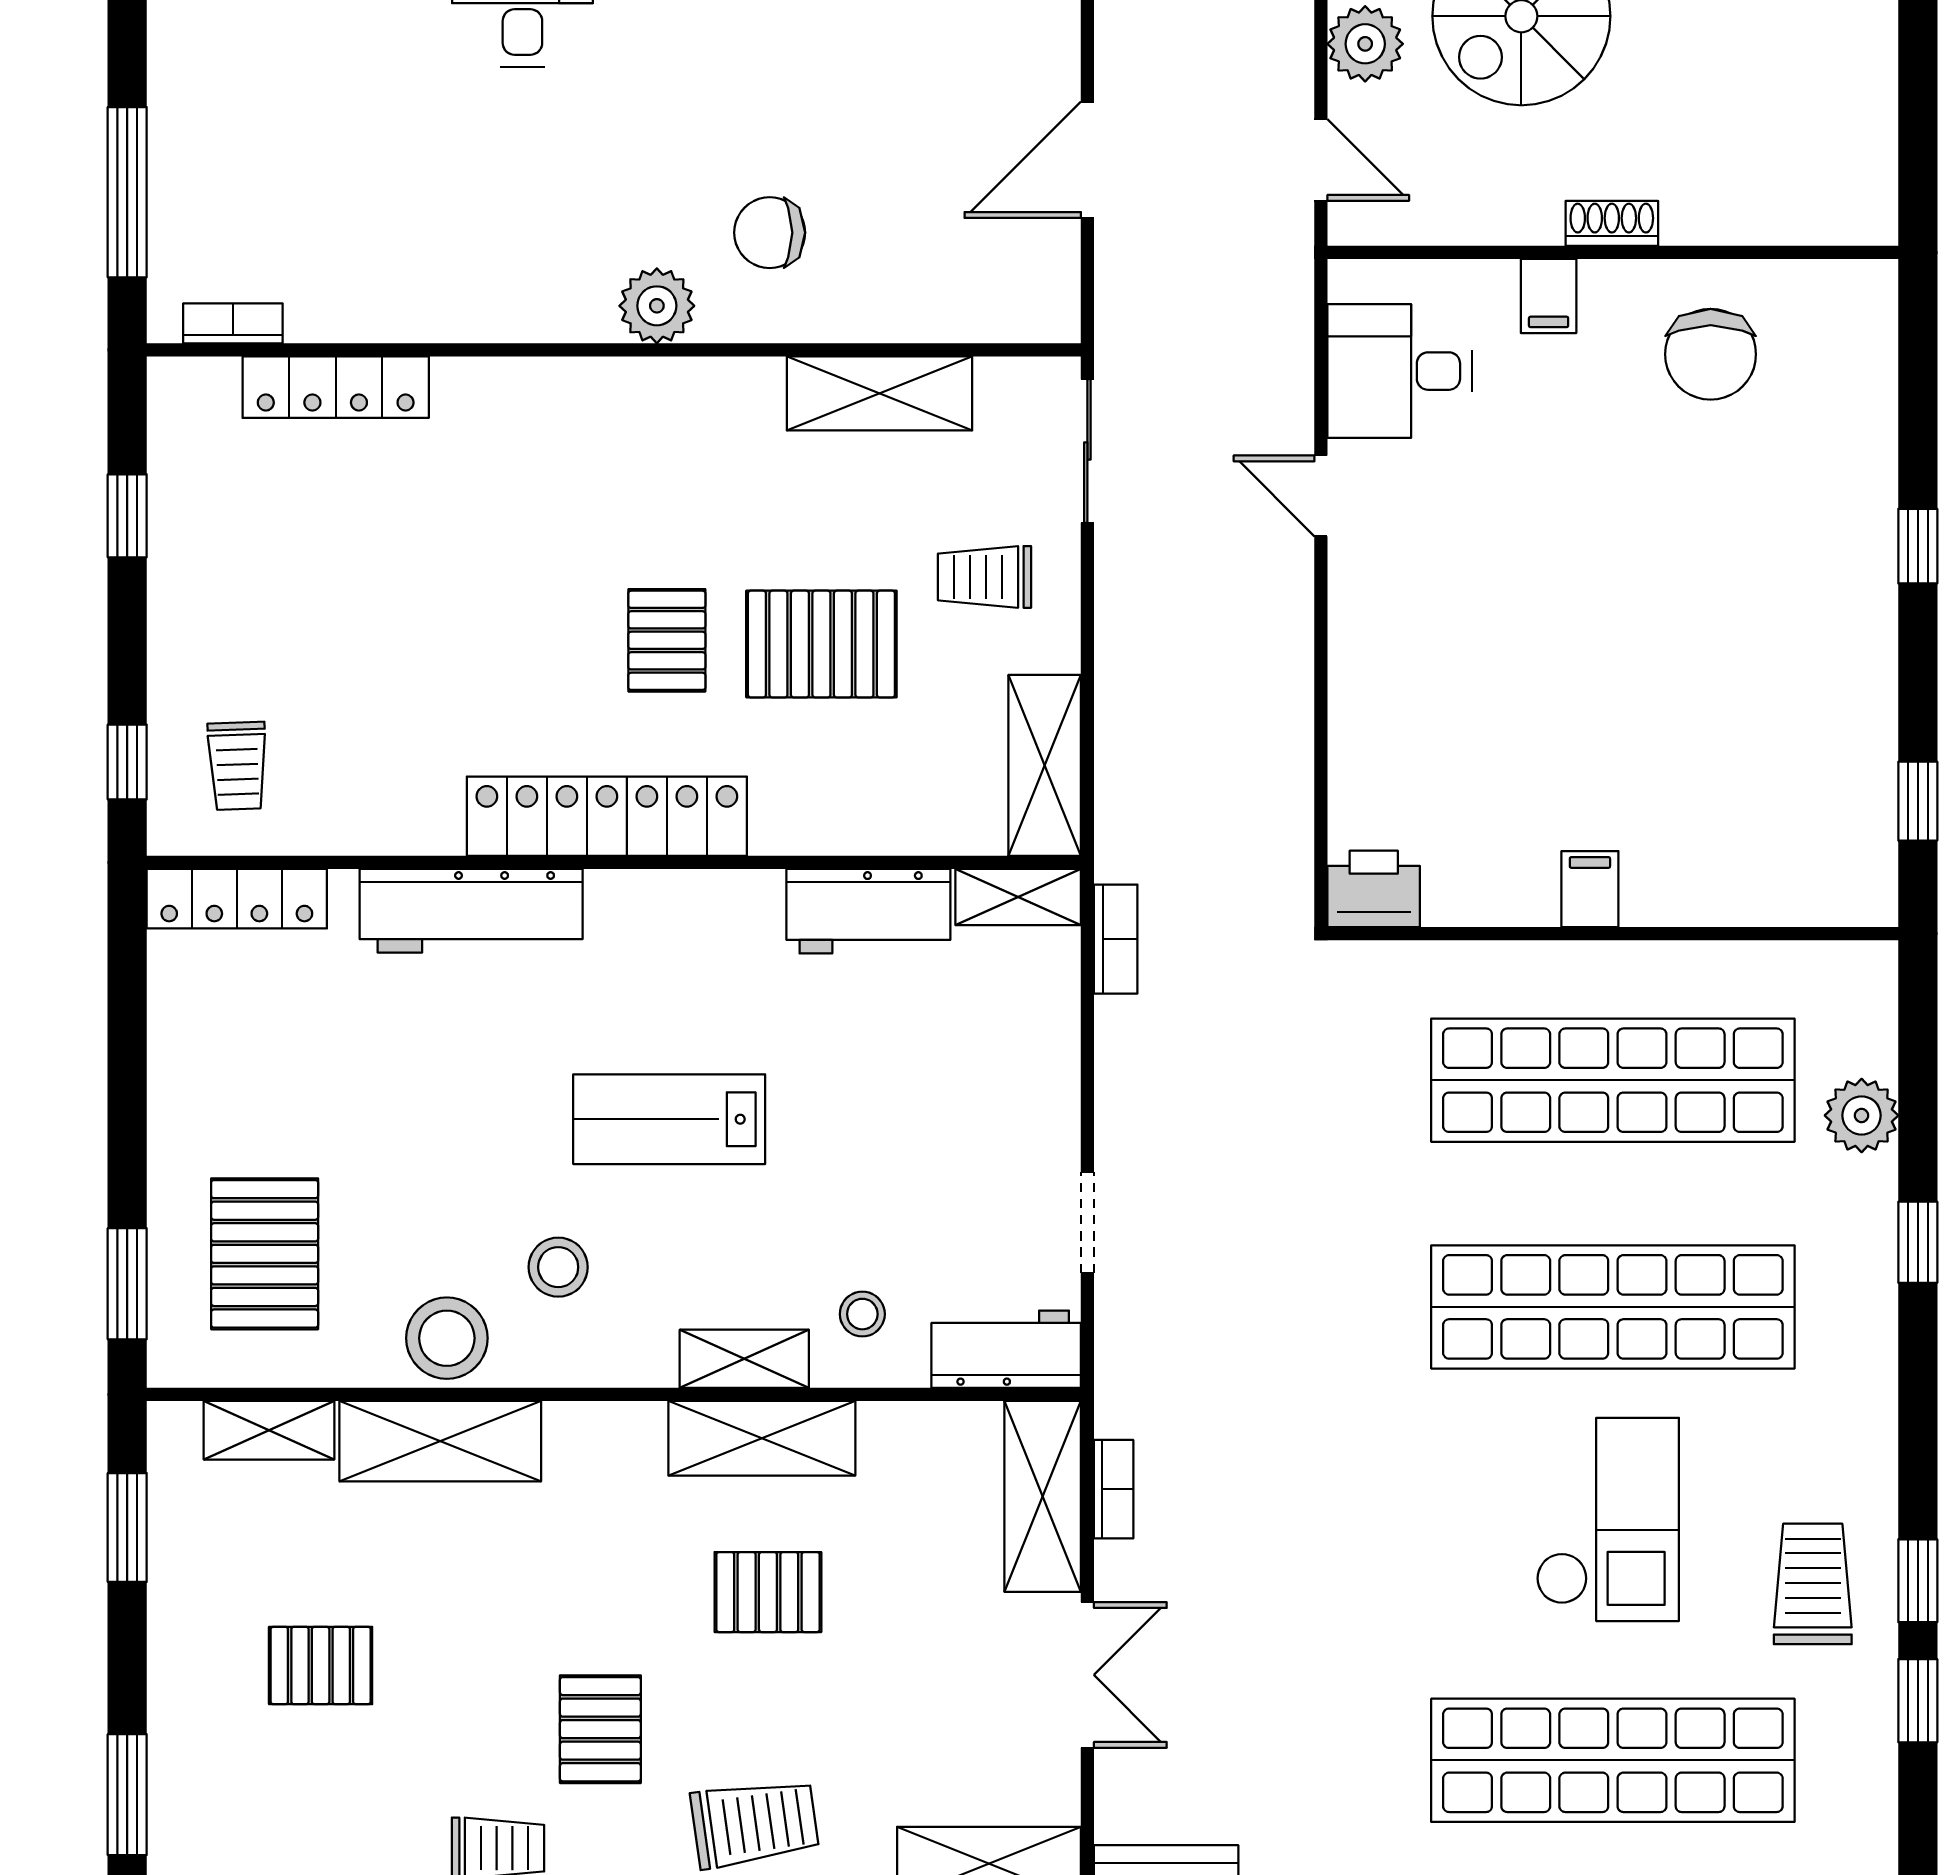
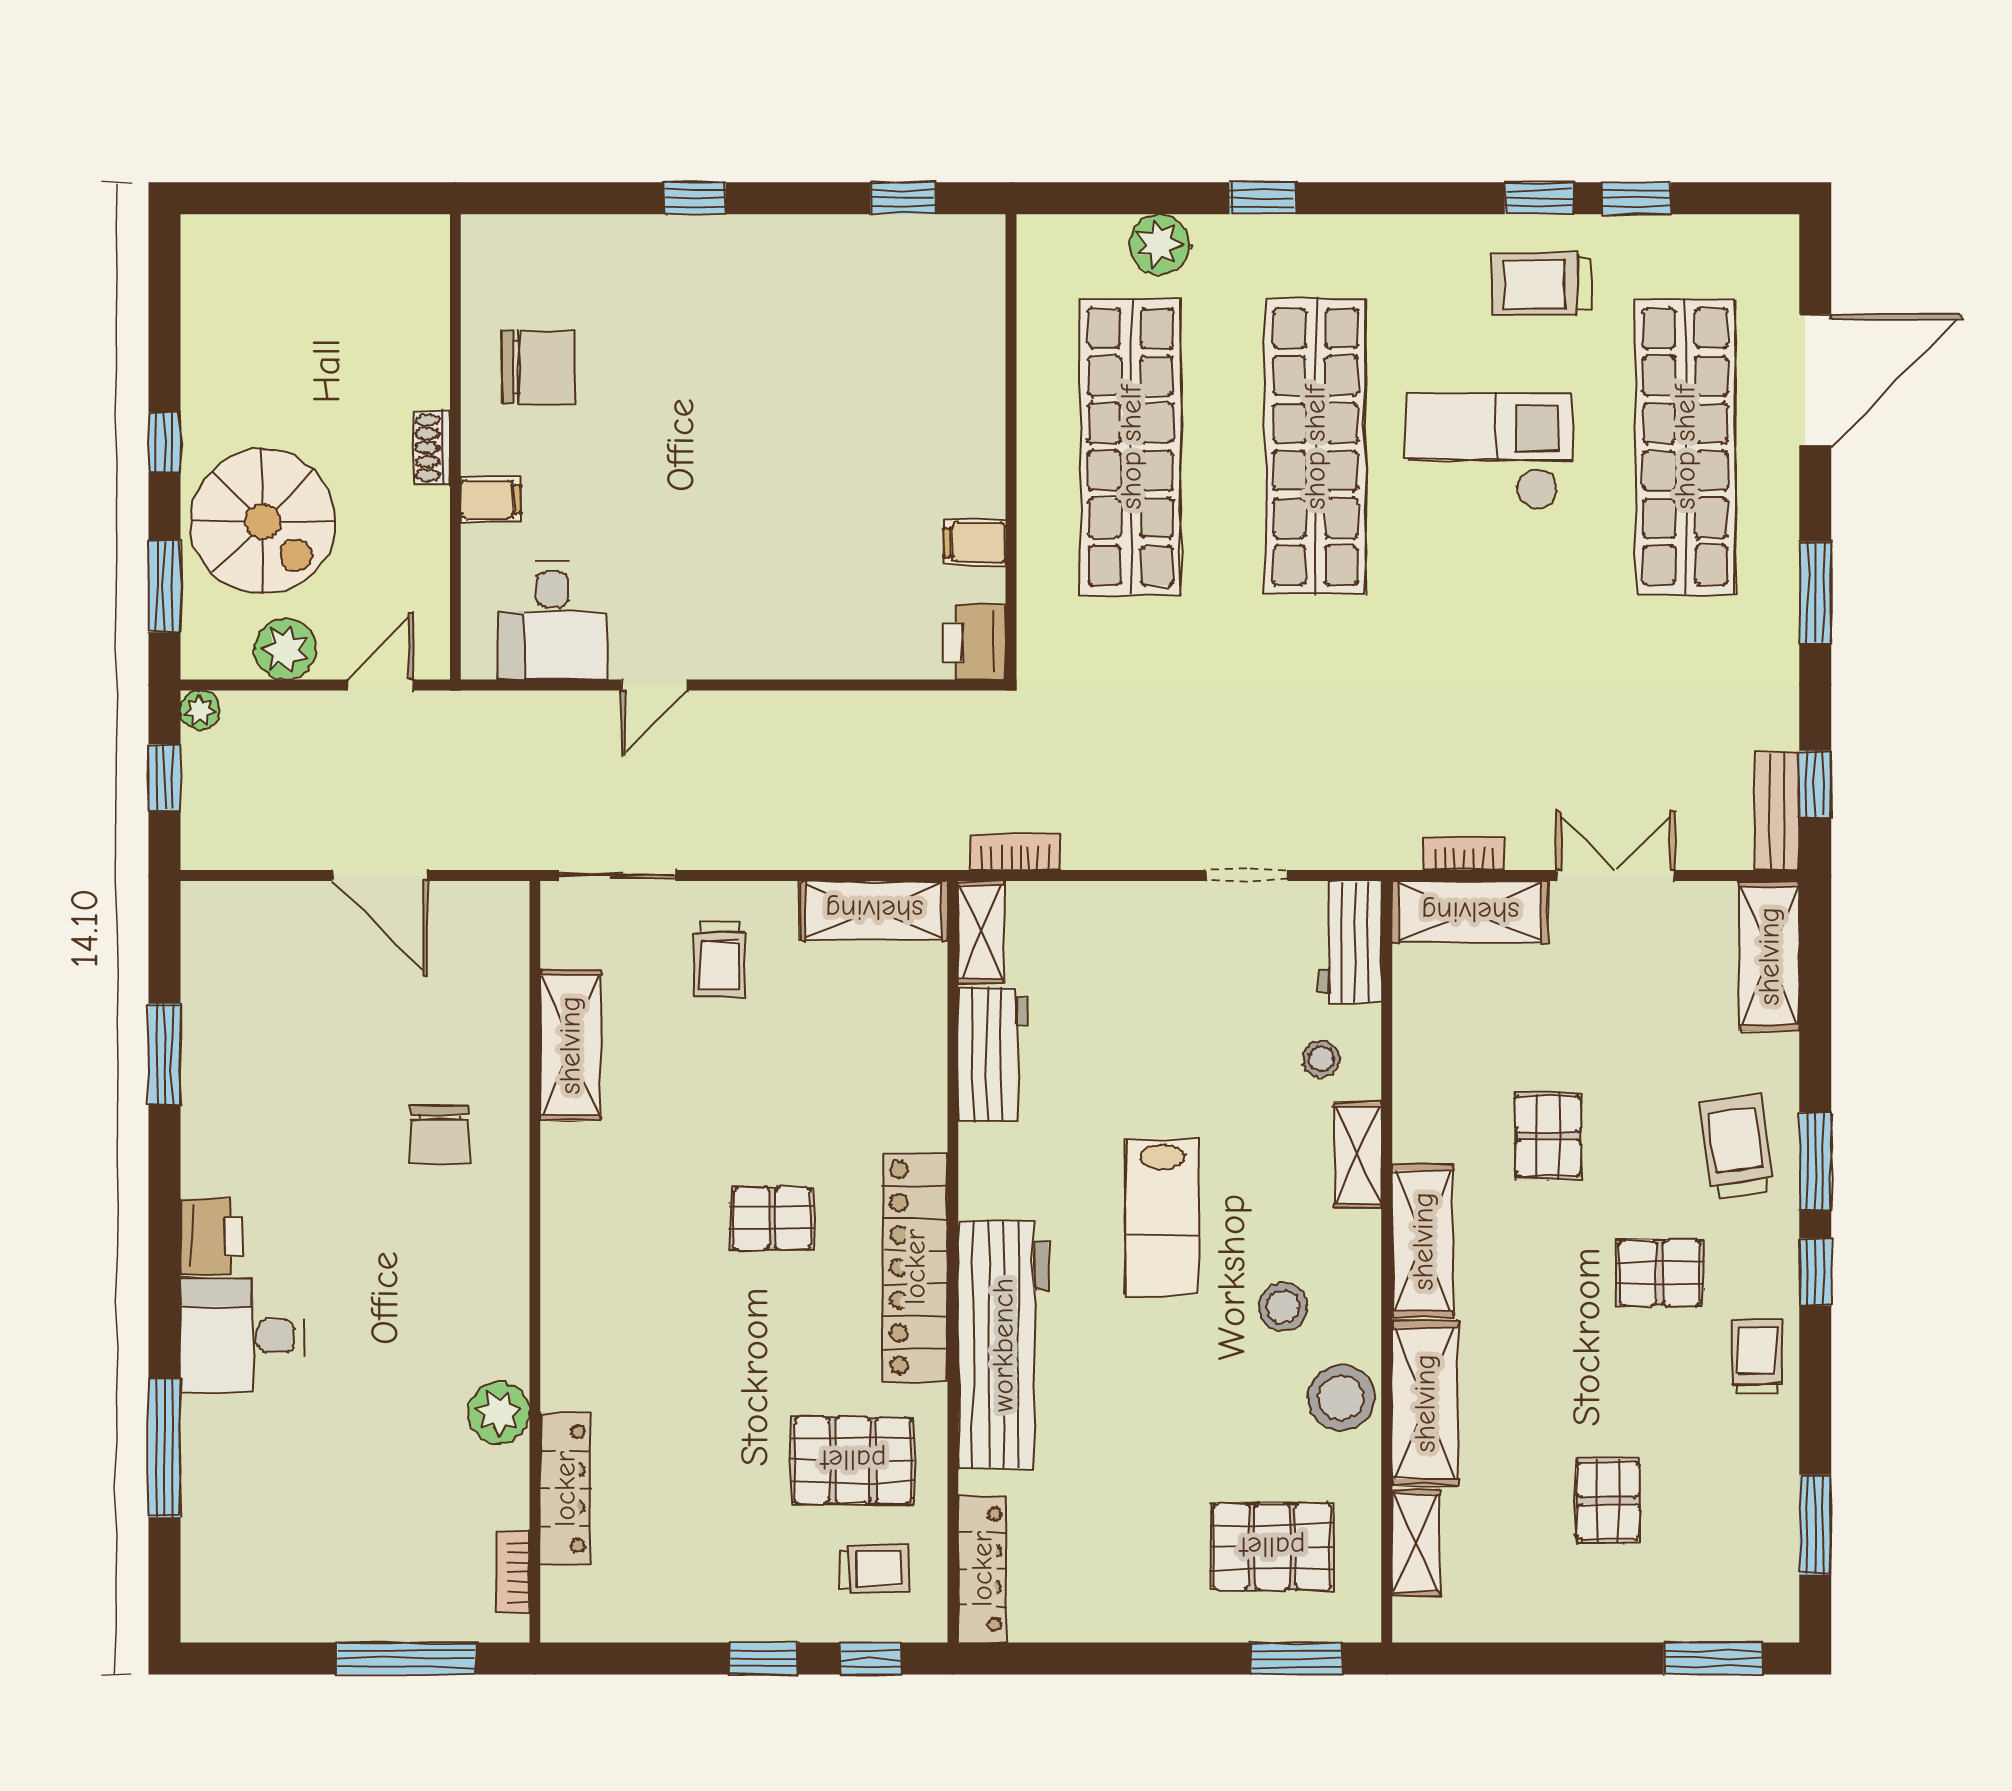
plant: (657, 306) -> (499, 1413), moved
window: (127, 516) -> (764, 1659), moved
pallet: (821, 644) -> (853, 1460), moved, turned 90
filing cabinet: (1590, 889) -> (975, 542), moved
workbench: (471, 911) -> (1003, 1345), width x1.36, depth x1.32
shelving: (762, 1438) -> (1423, 1241), moved
window: (127, 1527) -> (1495, 1659), removed

